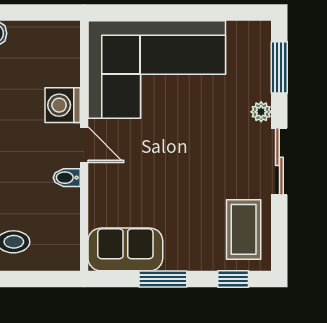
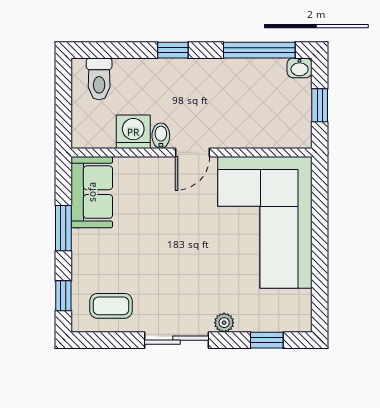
window: (35, 12) -> (320, 105), added
window: (279, 67) -> (267, 340), width x0.67
washing machine: (63, 105) -> (133, 132), moved
coffee table: (244, 229) -> (111, 306), width x0.73, depth x0.77

